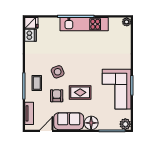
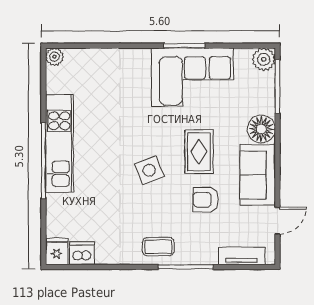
side table: (58, 72) -> (149, 170), moved
coffee table: (37, 83) -> (158, 247), moved
door: (46, 131) -> (277, 221), swing flipped

